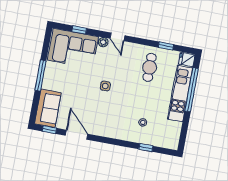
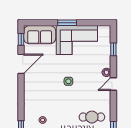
corner sofa: (73, 48) -> (77, 40), moved, turned -90
window: (40, 75) -> (67, 23), width x0.69

